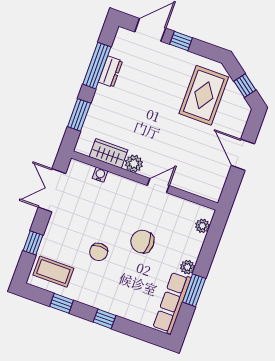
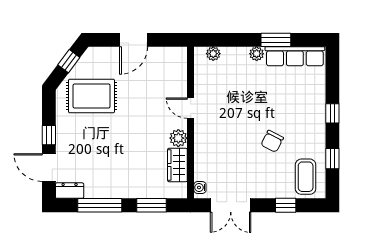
dresser: (110, 72) -> (70, 191), moved
water cooler: (100, 175) -> (200, 188), moved
chair: (142, 242) -> (248, 104), removed
chair: (99, 252) -> (272, 141), turned 117

